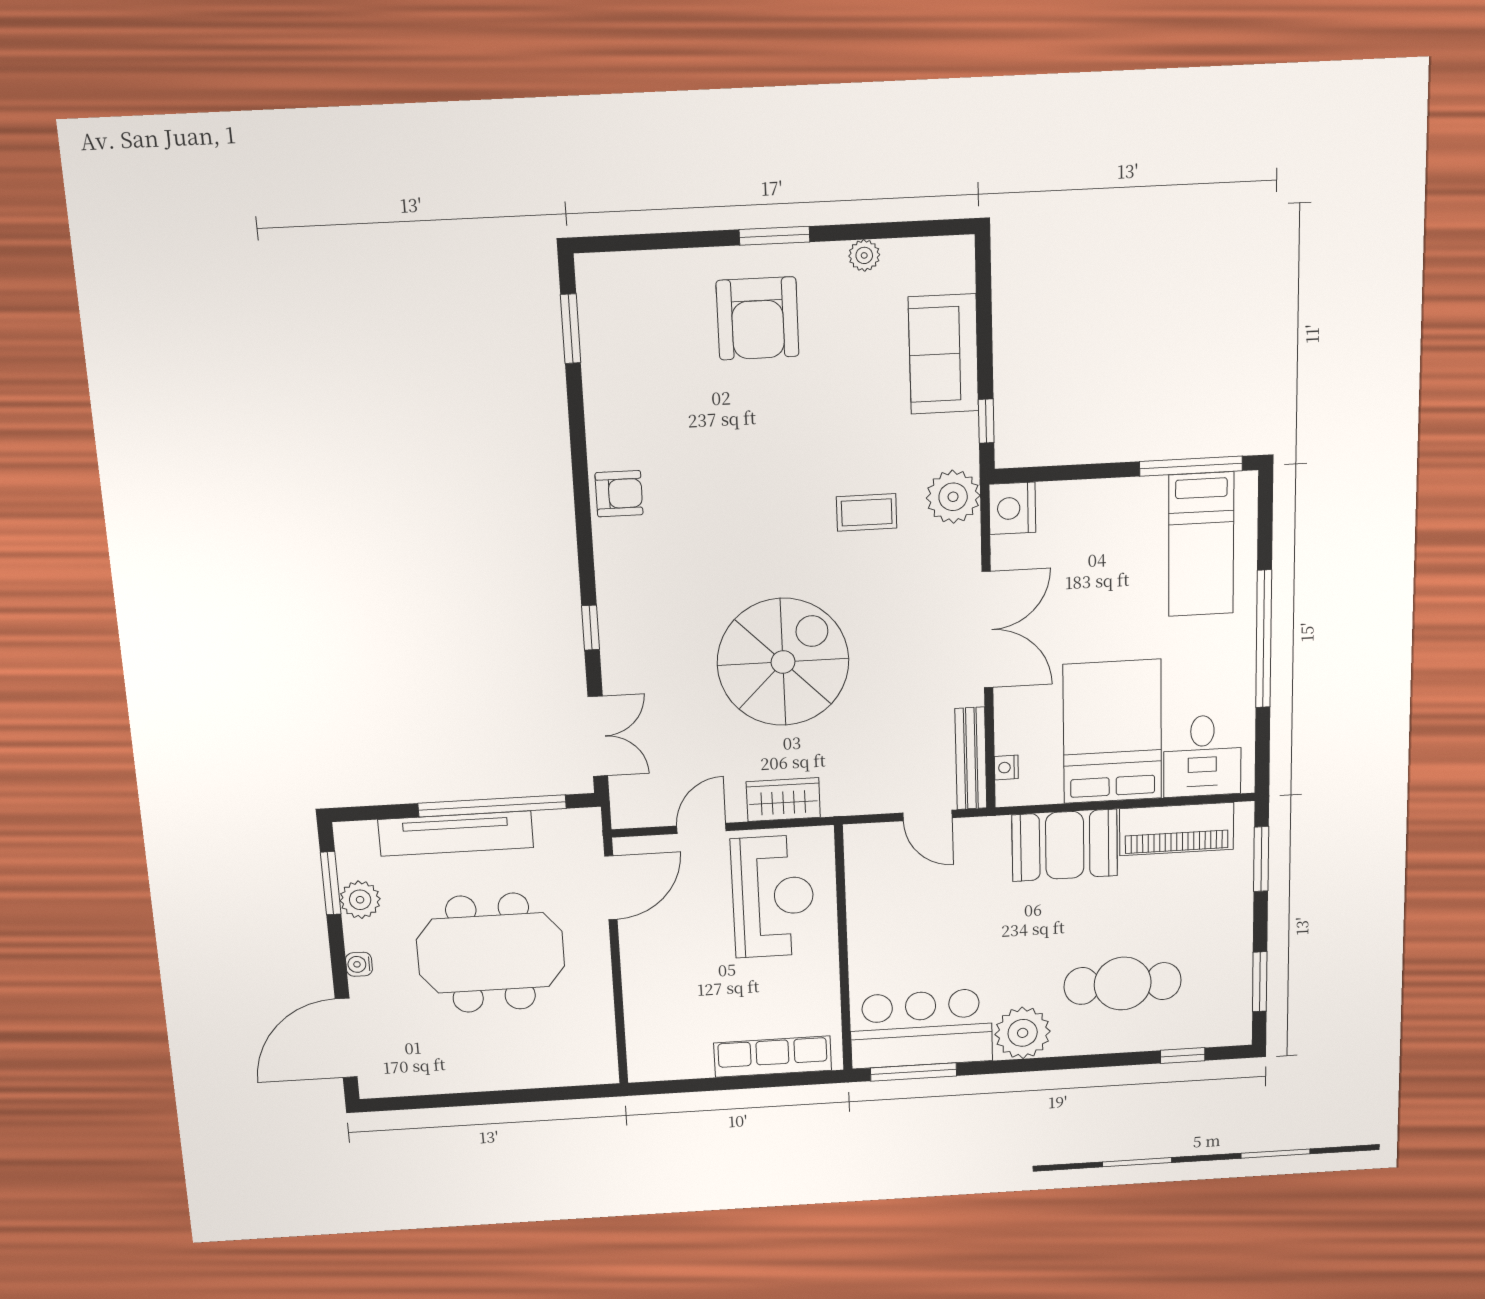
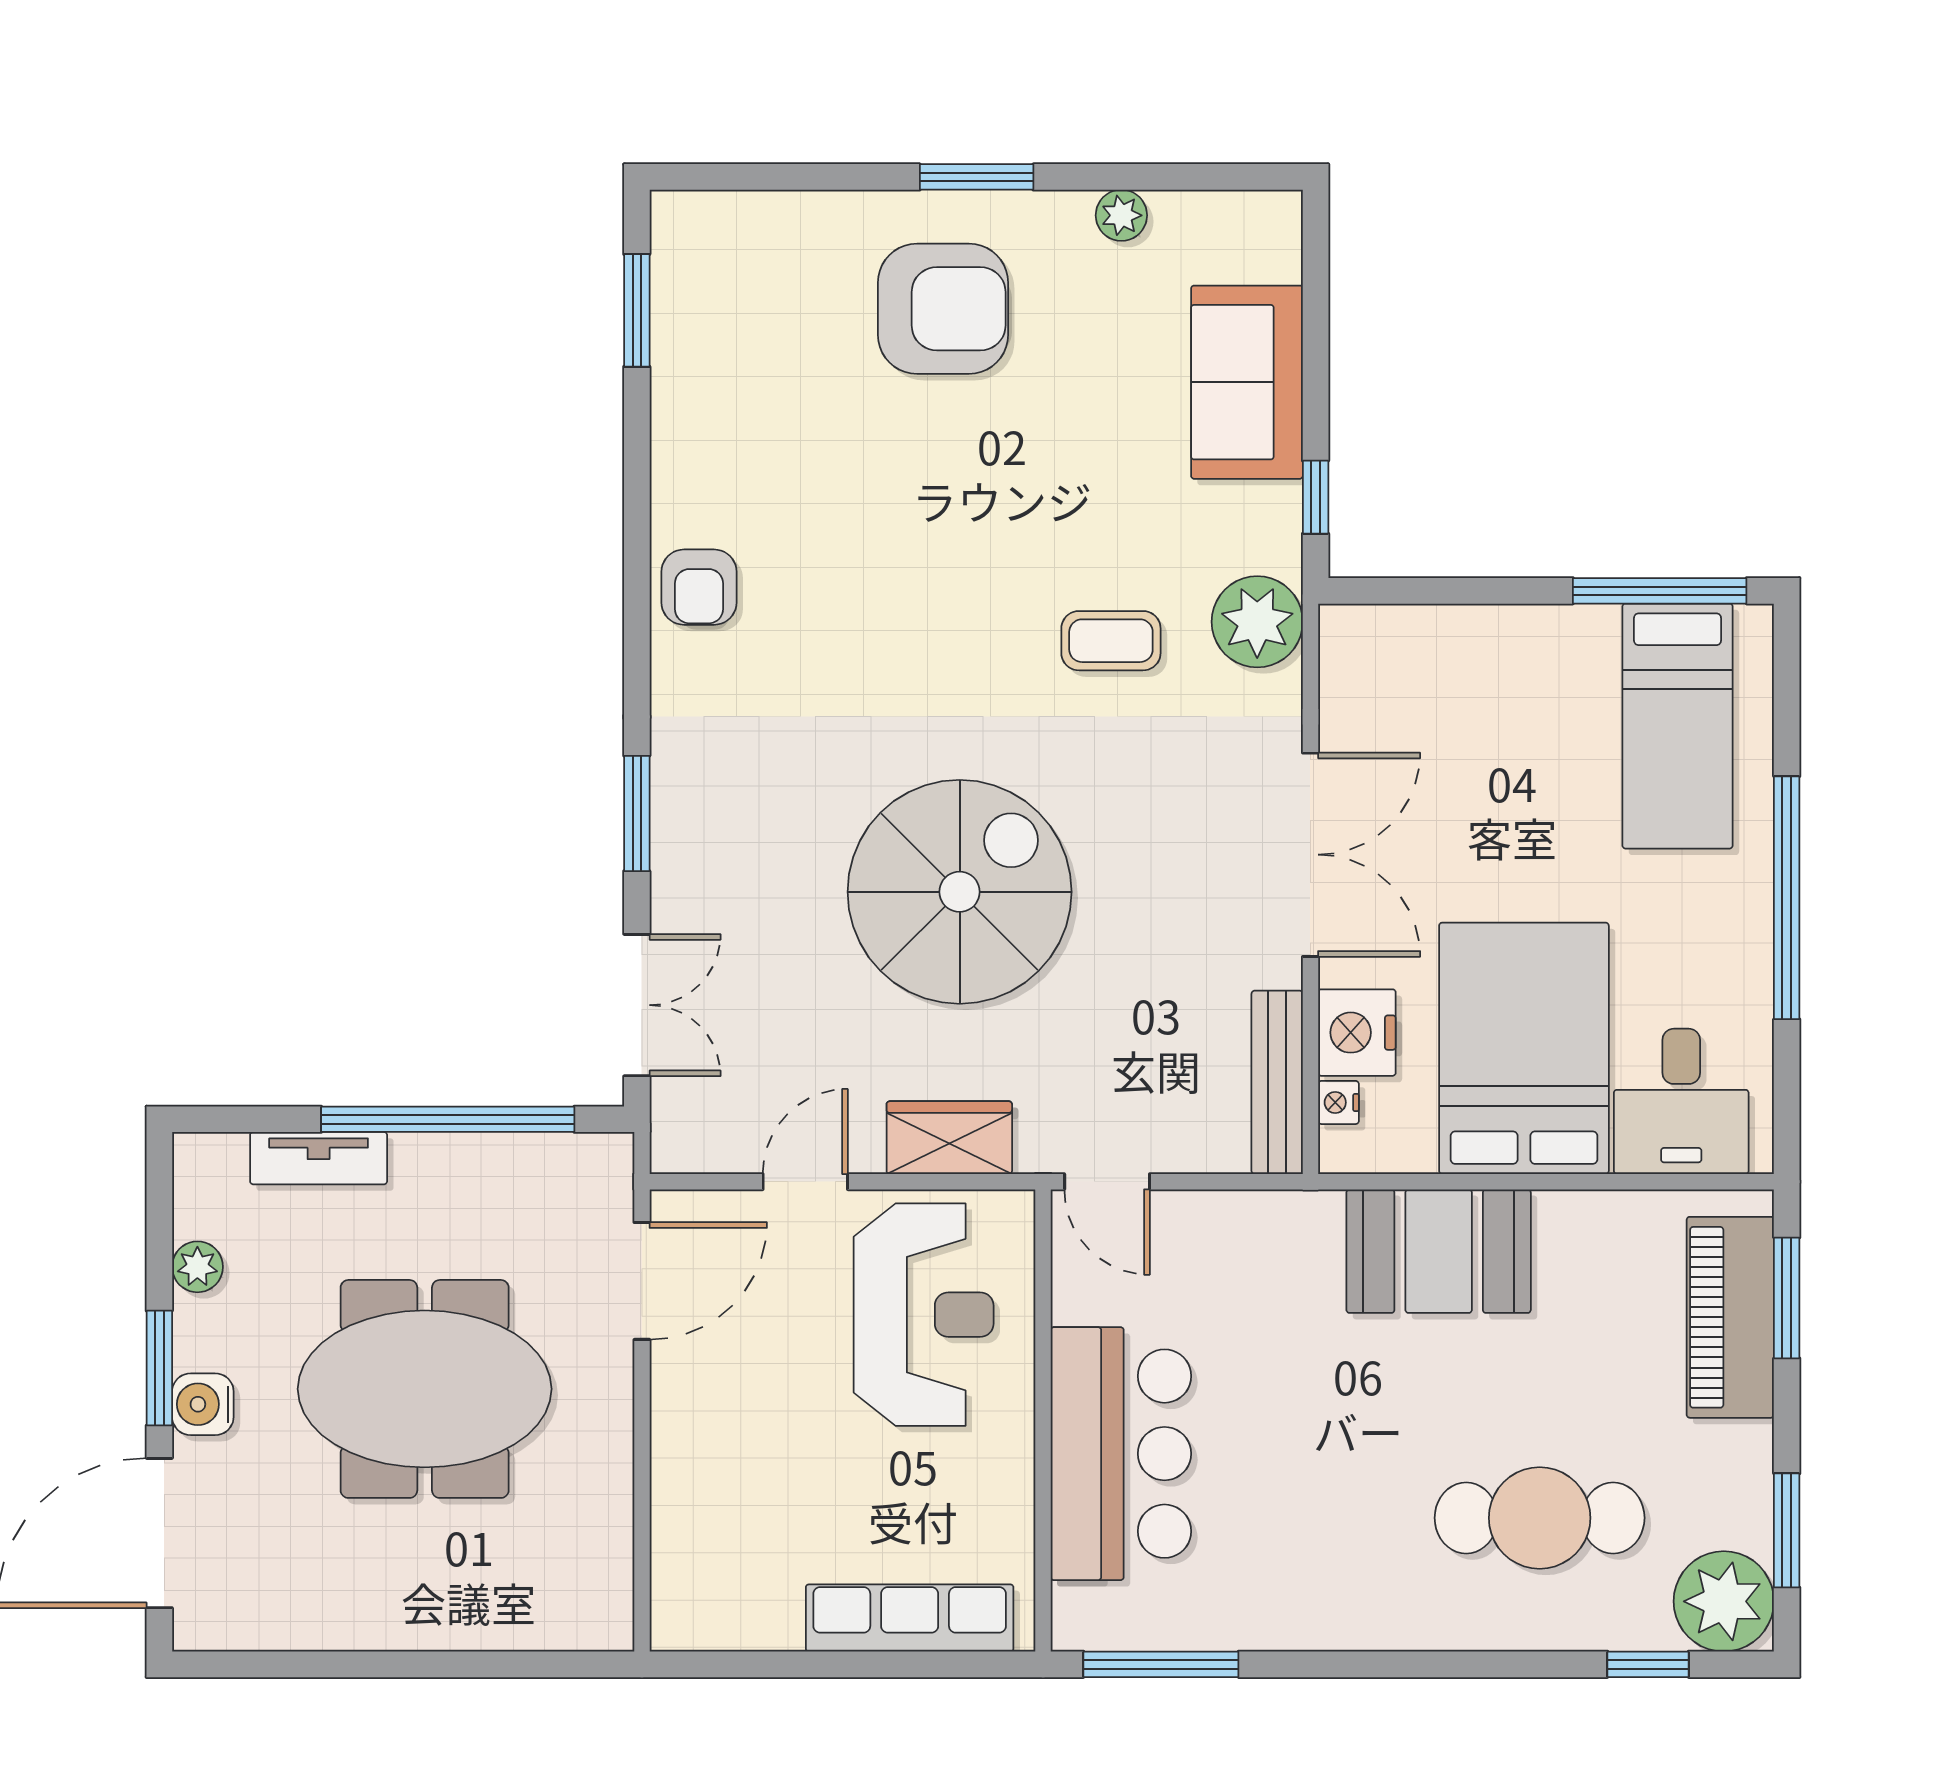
armchair: (758, 318) -> (943, 309), turned -90
armchair: (619, 494) -> (699, 587), turned 90
nightstand: (1012, 508) -> (1357, 1033), moved
window: (591, 628) -> (637, 813), width x1.50
door: (928, 815) -> (1107, 1182), moved
piano: (1177, 829) -> (1730, 1317), moved, turned 90
tv unit: (456, 834) -> (319, 1158), width x0.52, depth x0.78
window: (331, 883) -> (159, 1368), moved
plant: (360, 900) -> (197, 1267), width x0.73, depth x0.73
water cooler: (359, 964) -> (203, 1404), width x1.38, depth x1.38
bar counter: (921, 1029) -> (1121, 1454), moved, turned 90
plant: (1023, 1033) -> (1724, 1601), moved

